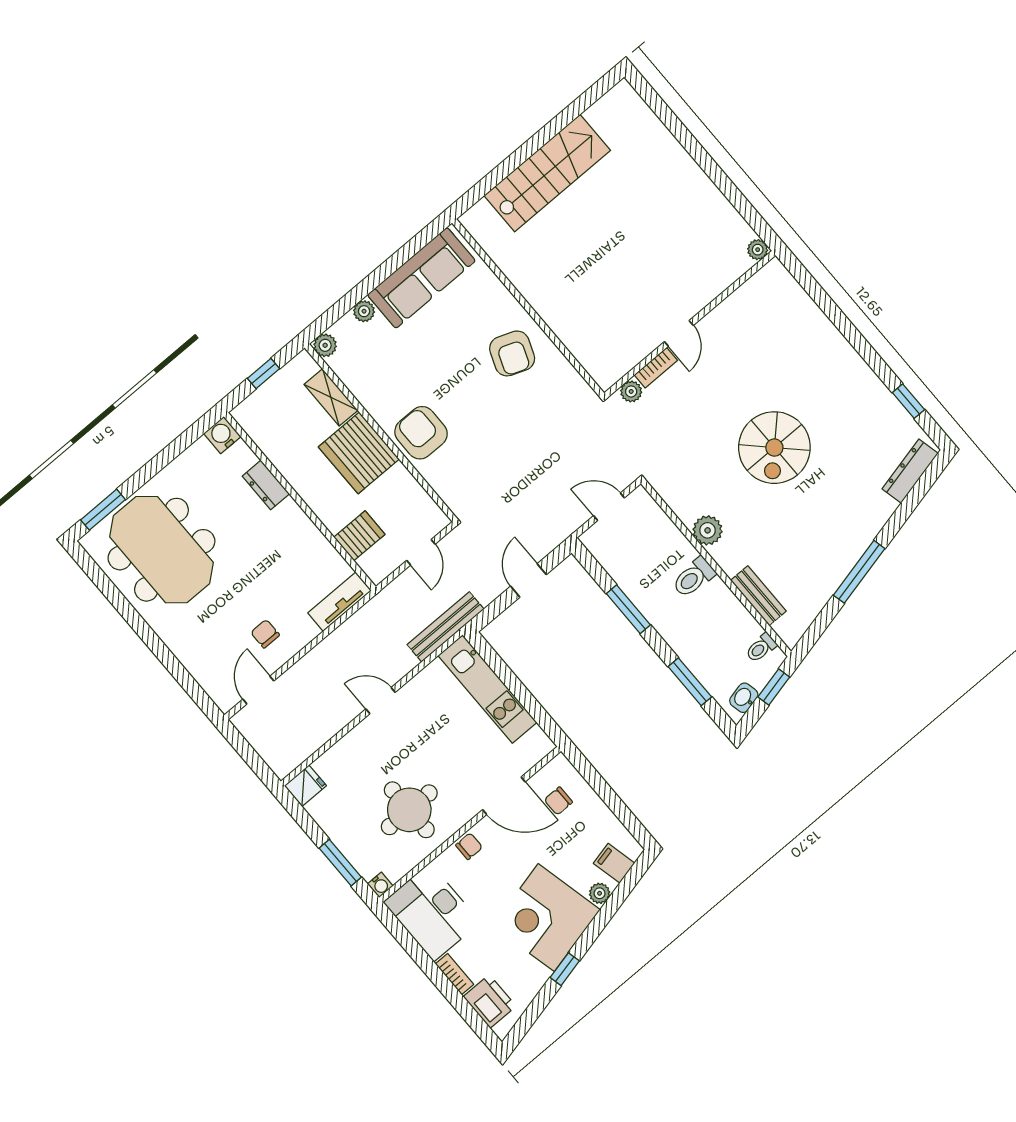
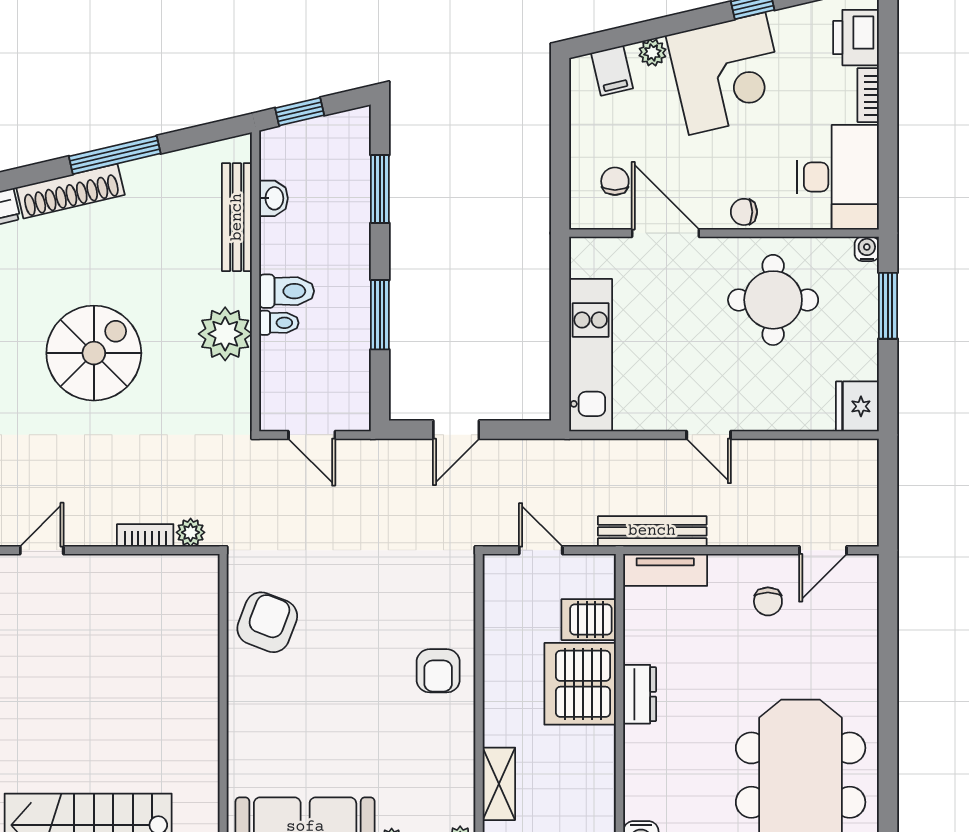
door: (679, 333) -> (42, 550), moved
armchair: (512, 353) -> (267, 622), moved
armchair: (421, 433) -> (438, 671), width x0.72, depth x0.72
server rack: (359, 453) -> (580, 684), moved, turned 180
dresser: (266, 485) -> (640, 694), moved
shoe rack: (867, 529) -> (70, 191), added
plant: (708, 530) -> (225, 334), width x1.36, depth x1.36
door: (421, 552) -> (541, 550), hinge flipped
bench: (758, 596) -> (237, 217), width x1.36
bench: (446, 627) -> (652, 531), moved
toilet: (761, 648) -> (279, 323), moved
washbasin: (744, 698) -> (274, 198), moved, turned -77
fridge: (305, 786) -> (857, 406), width x1.38
chair: (558, 801) -> (615, 181), turned -90

